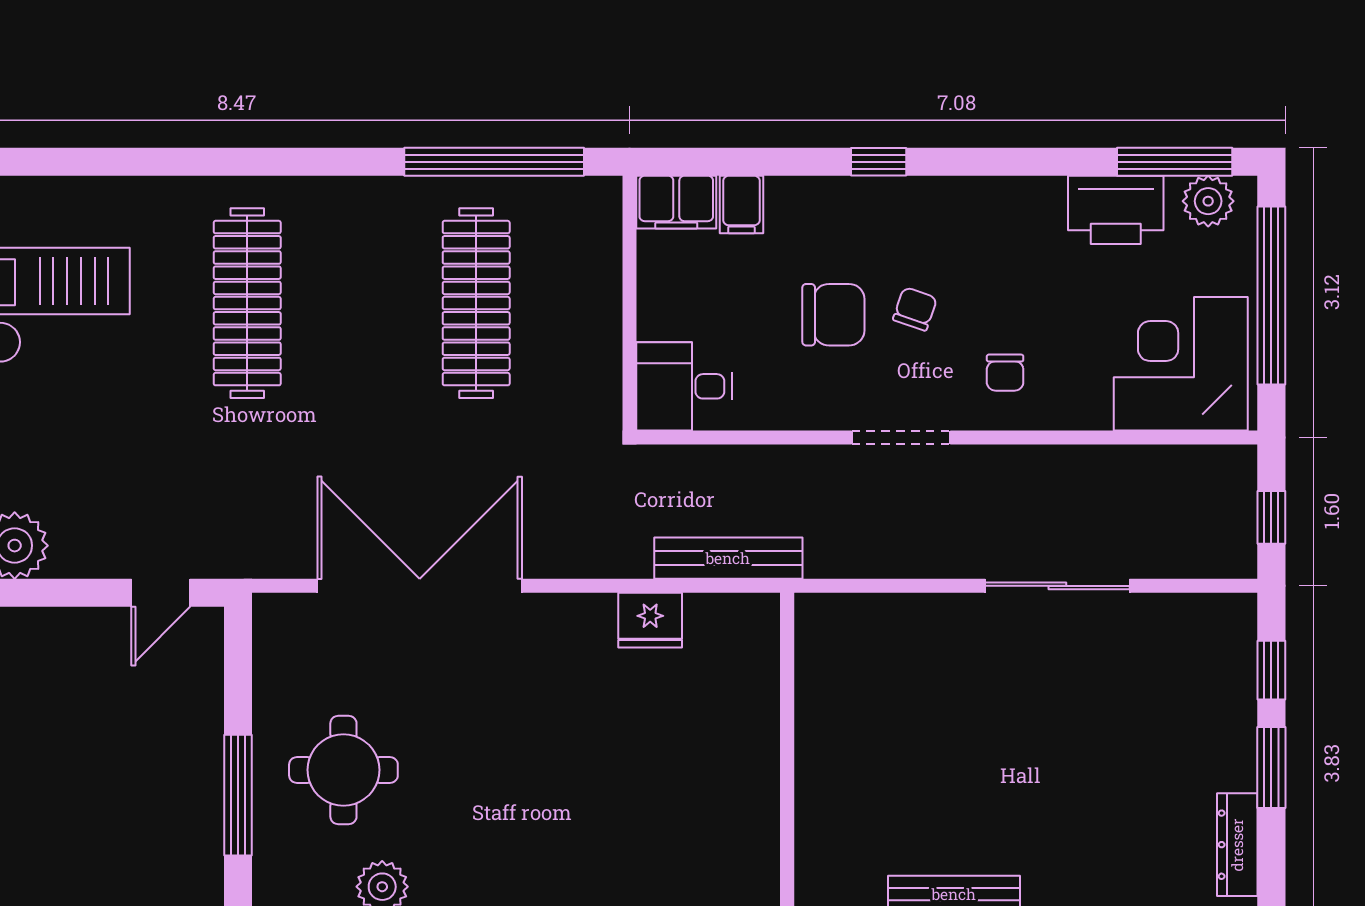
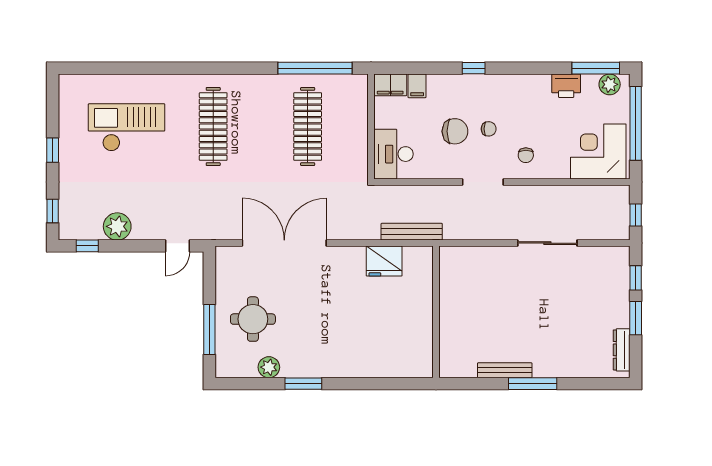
printer: (1116, 210) -> (566, 86), width x0.73, depth x0.84
chair: (915, 309) -> (489, 129), turned 71
desk: (684, 386) -> (393, 154), width x1.37
fridge: (650, 620) -> (384, 261), width x1.36, depth x1.34

